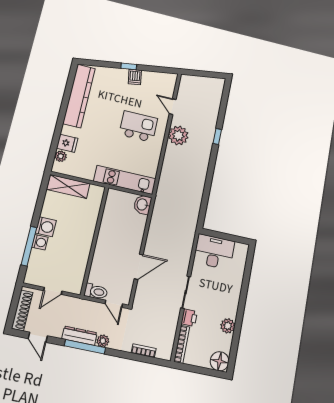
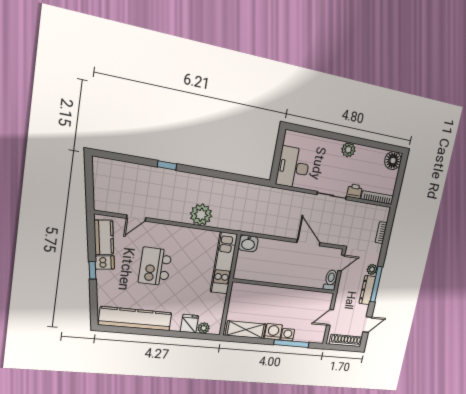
kitchen counter: (157, 79) -> (104, 237), added
kitchen island: (138, 126) -> (155, 266), moved
plant: (178, 135) -> (201, 215), moved
shelving: (68, 187) -> (246, 330), moved, turned 90
door: (53, 291) -> (330, 317), swing flipped
plant: (228, 326) -> (348, 150), moved

